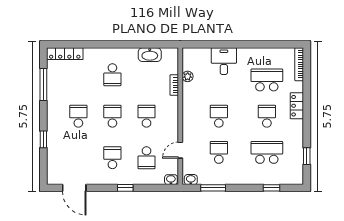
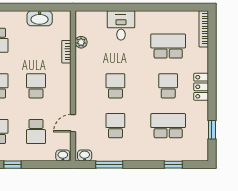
locker: (297, 106) -> (201, 87), moved

